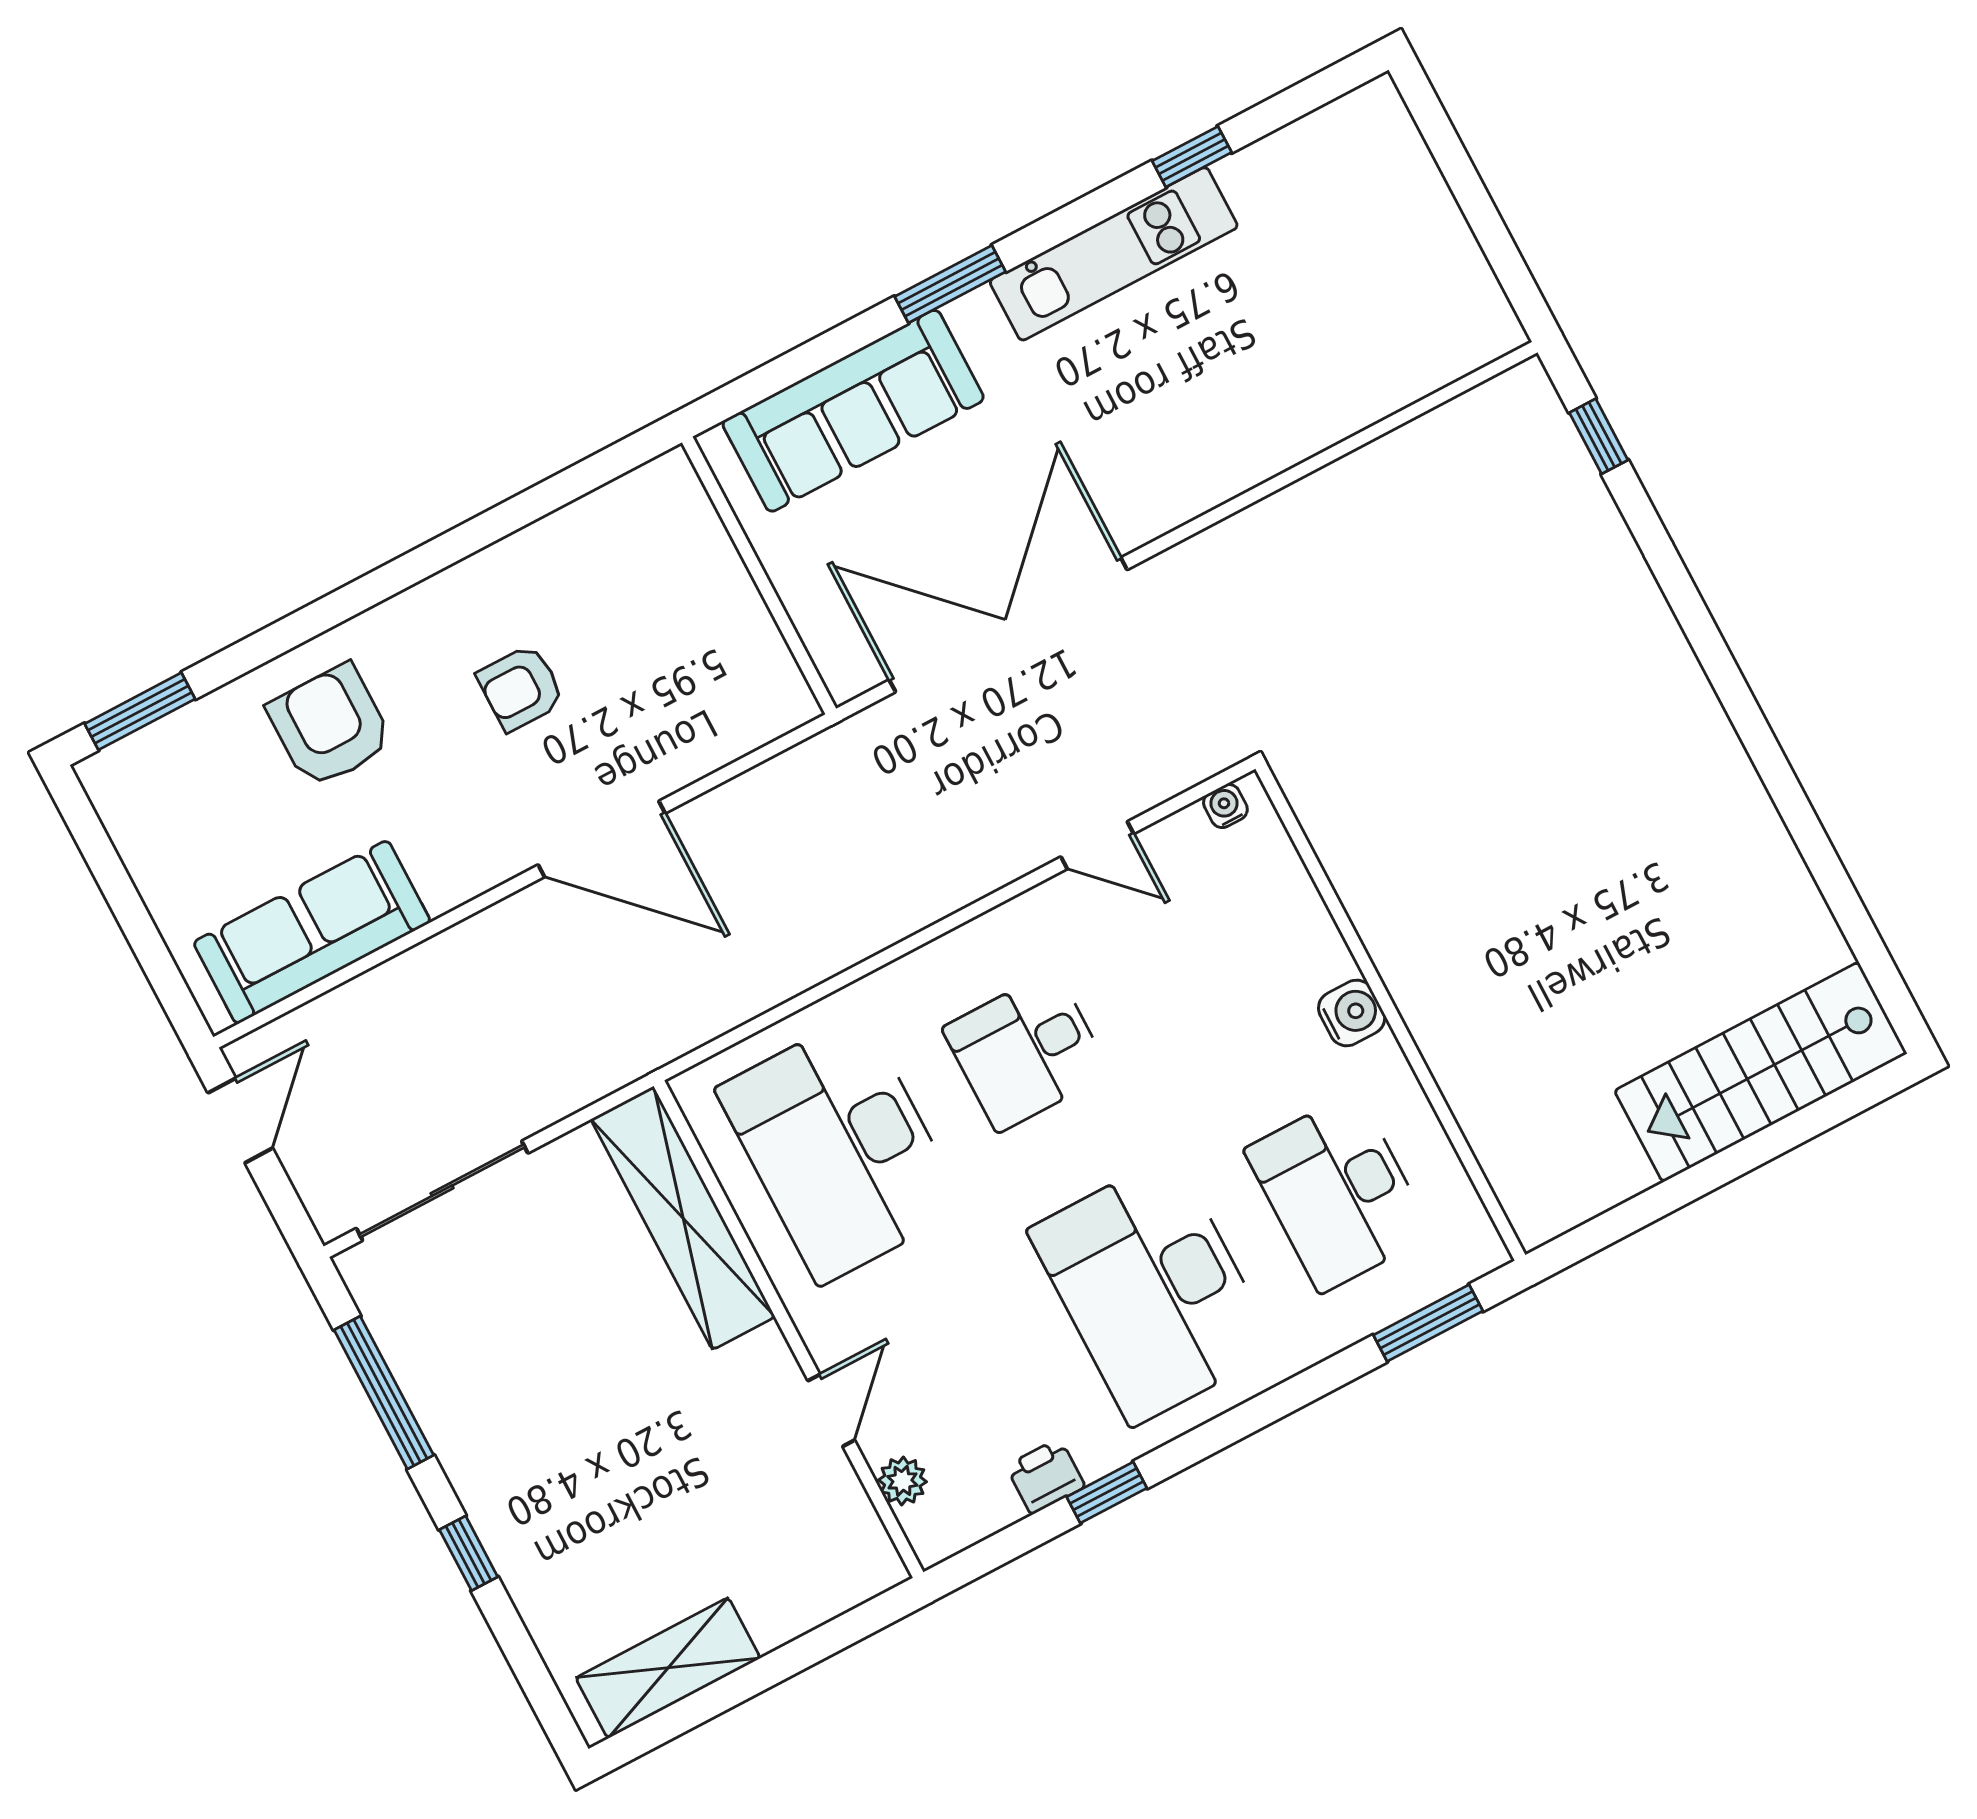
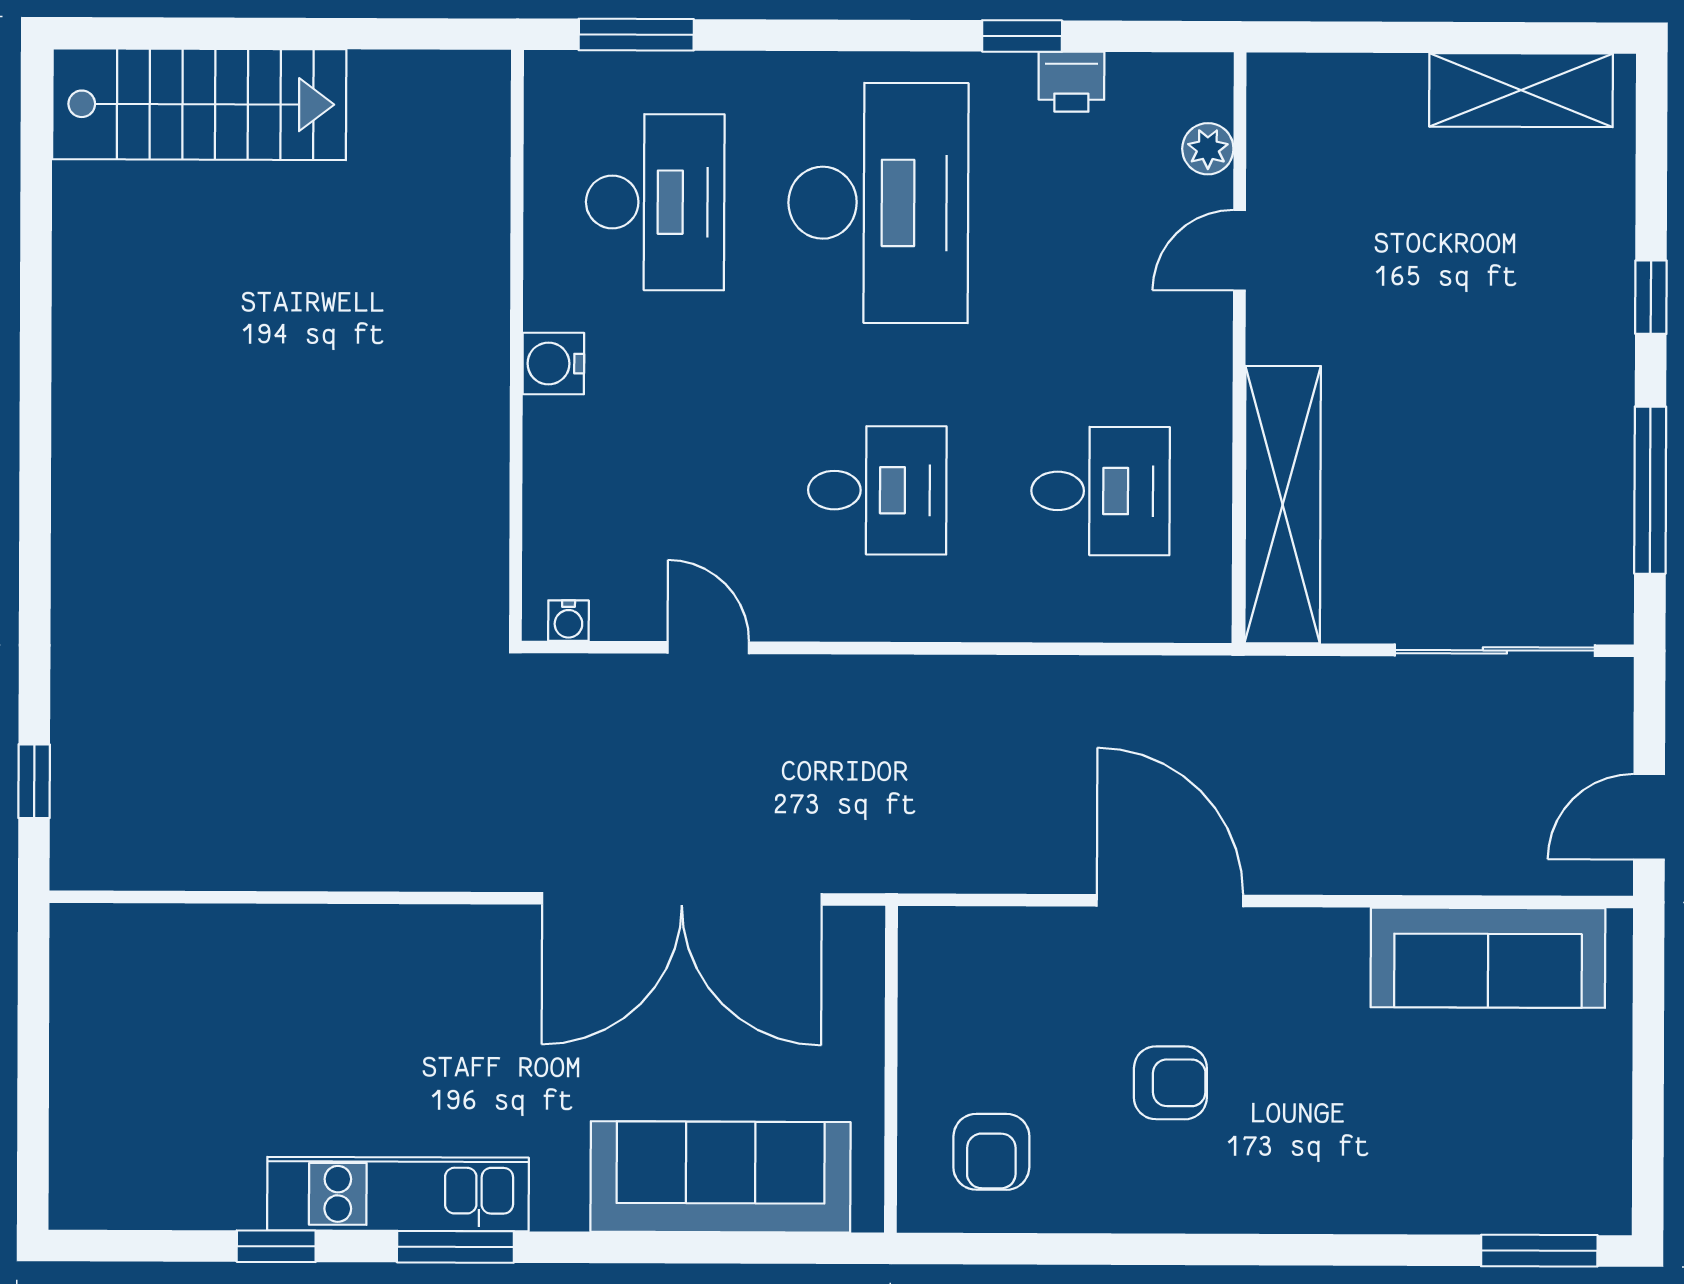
window: (950, 284) -> (455, 1247), moved
armchair: (330, 726) -> (991, 1152), moved, width x0.72, depth x0.72
desk: (840, 1149) -> (1100, 491), width x0.53, depth x0.77

